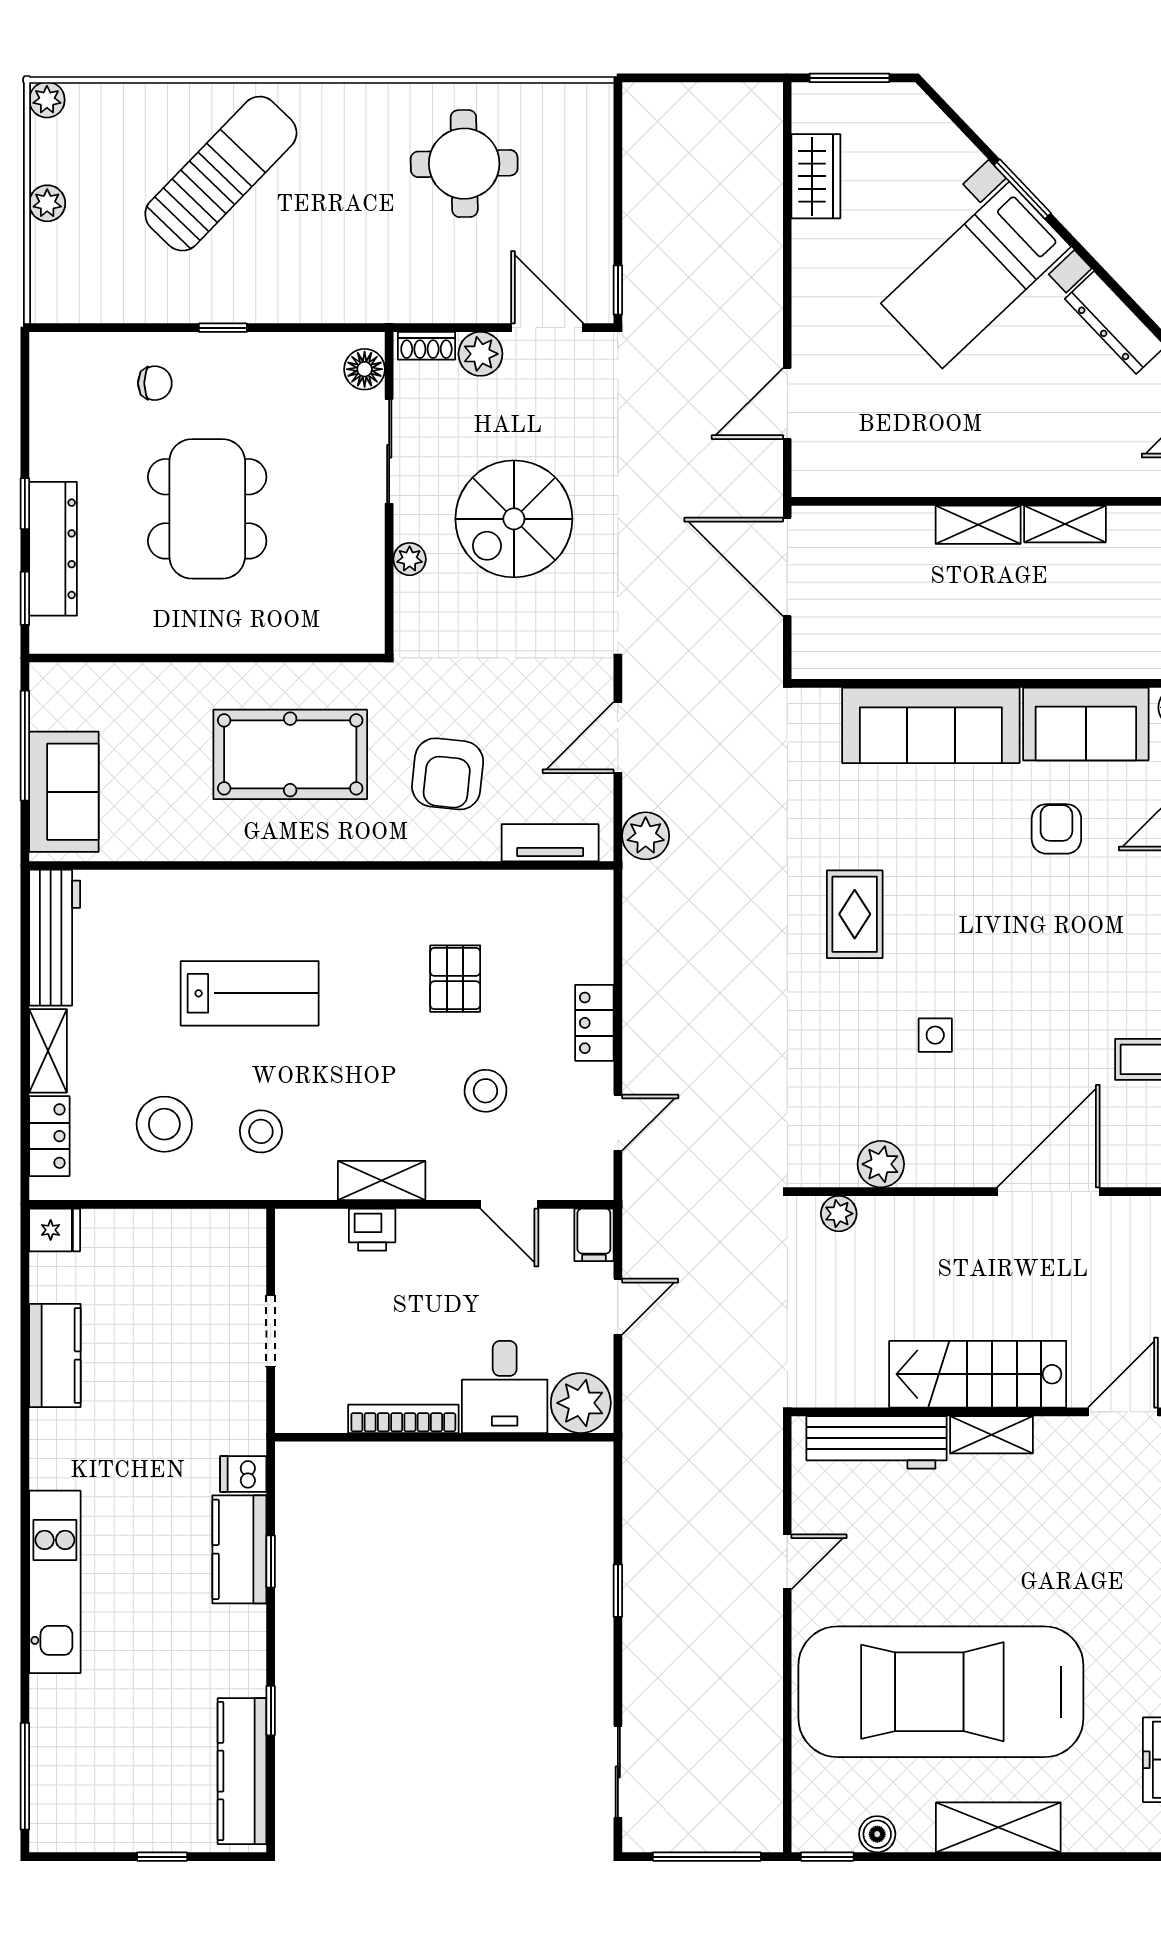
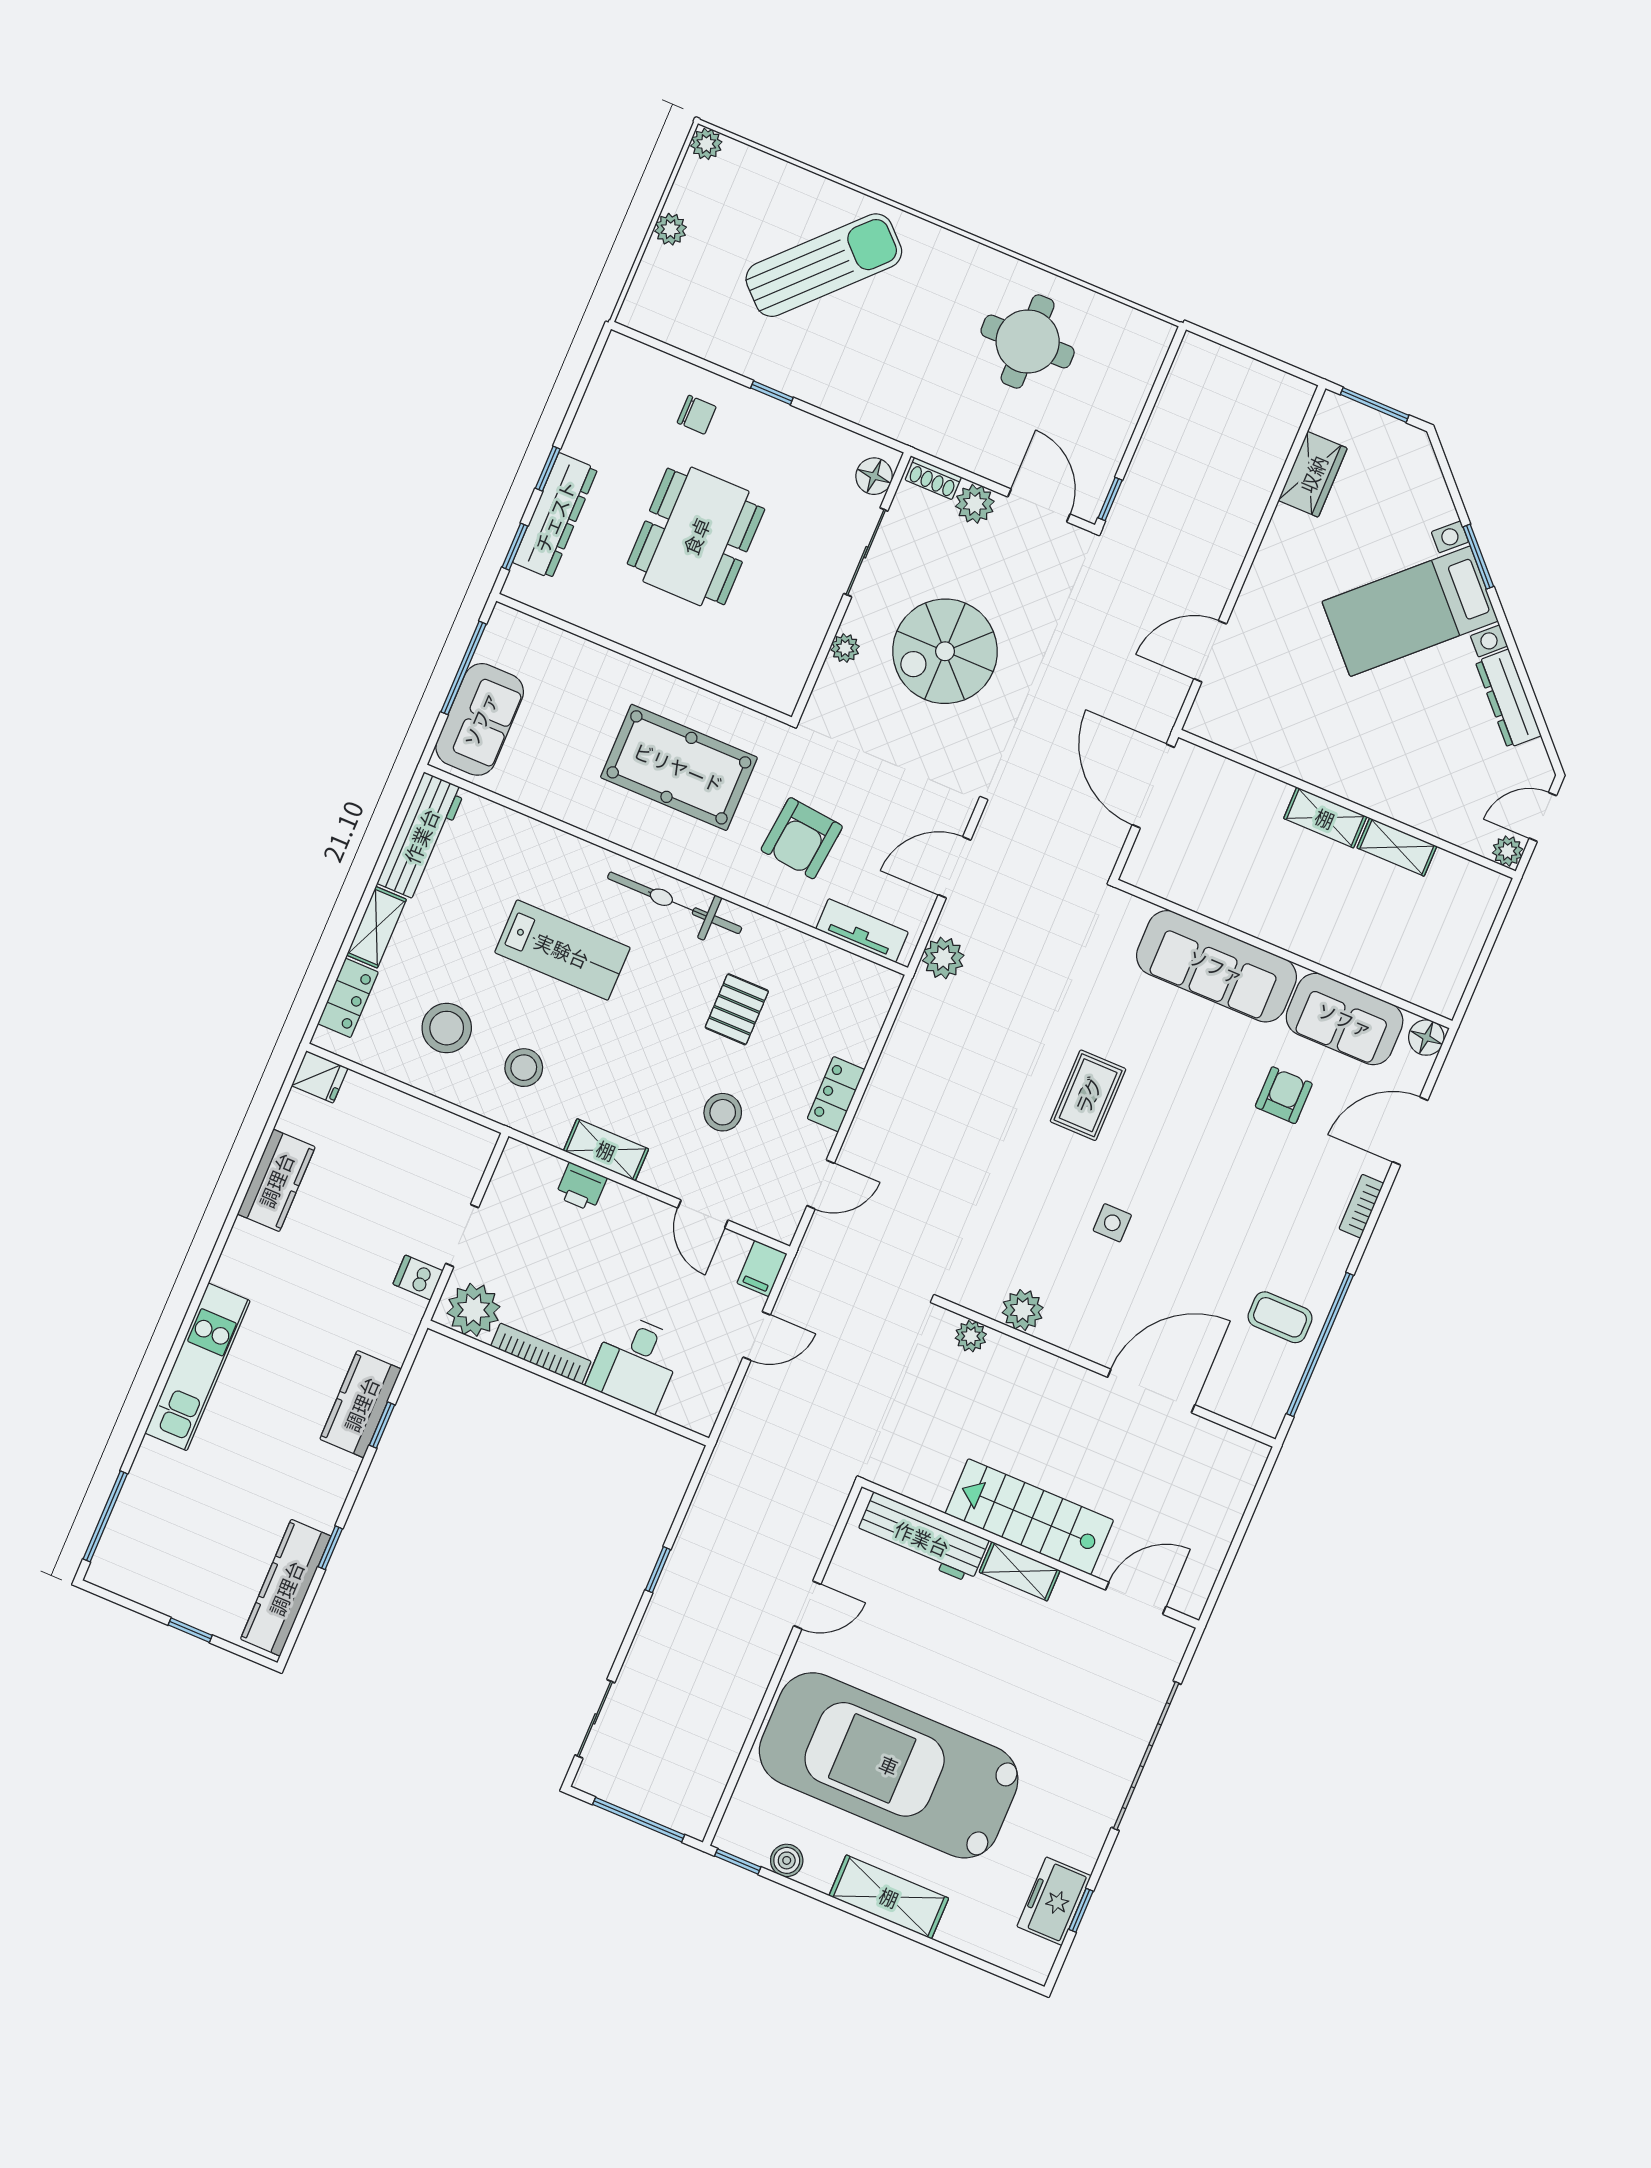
bicycle: (345, 896) -> (675, 903), added
plant: (581, 1403) -> (473, 1310), moved
dishwasher: (243, 1474) -> (418, 1277), moved

